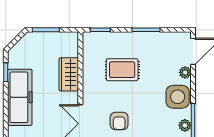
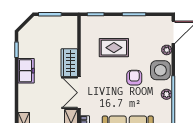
wardrobe: (69, 74) -> (69, 63), moved
freezer: (20, 97) -> (26, 71), width x0.52, depth x0.79
armchair: (119, 121) -> (134, 78), moved, turned 180

